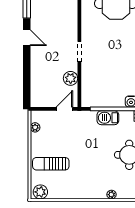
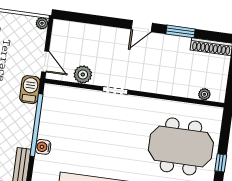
barbecue: (108, 118) -> (30, 90), moved
plant: (35, 127) -> (42, 23), moved

